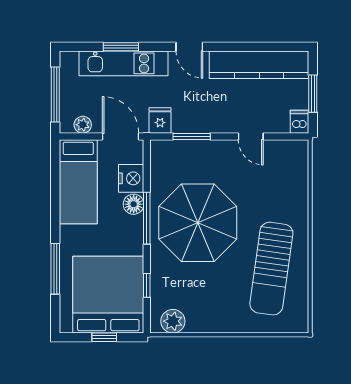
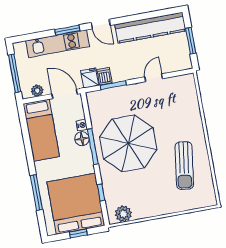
window: (121, 47) -> (67, 30), moved
dishwasher: (300, 122) -> (105, 76), moved
door: (251, 136) -> (154, 78), swing flipped
nightstand: (131, 178) -> (82, 125), width x0.53, depth x0.56
sun lounger: (271, 269) -> (184, 166), width x0.73, depth x0.75

